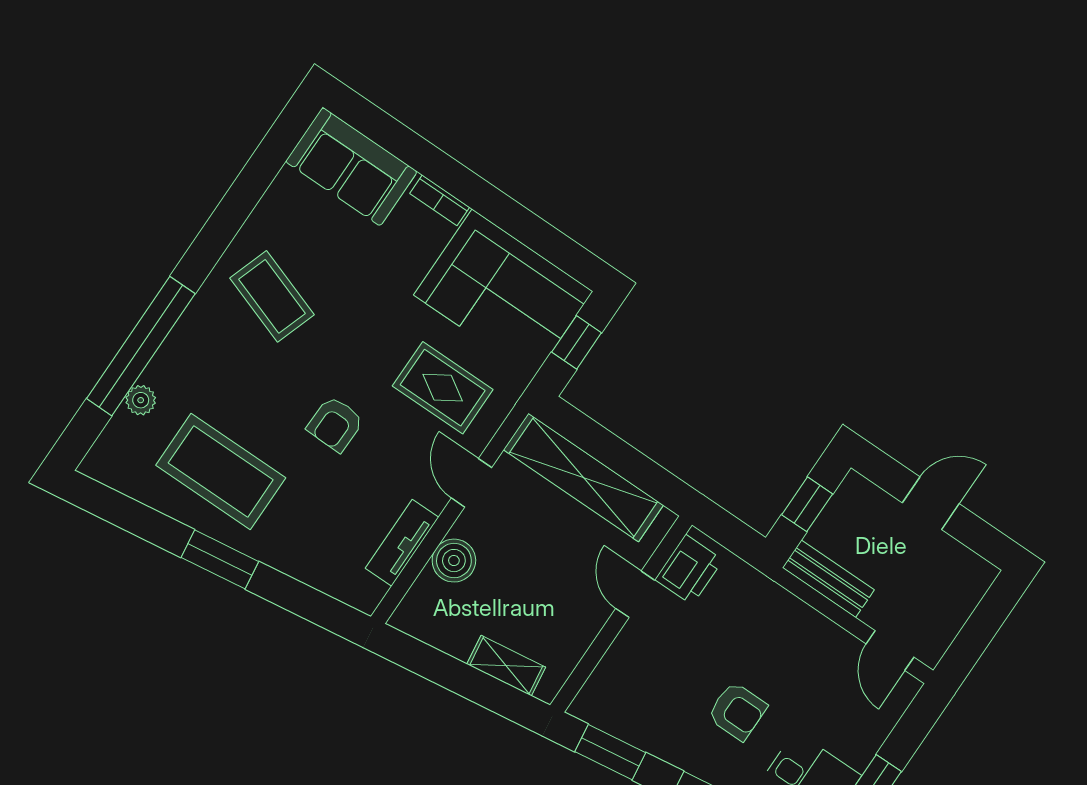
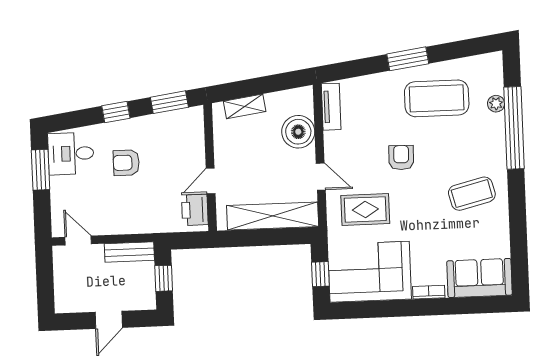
coffee table: (272, 296) -> (472, 194), turned -33
tv unit: (402, 543) -> (331, 107), moved
boiler: (454, 561) -> (298, 132), width x1.37, depth x1.37
door: (635, 594) -> (211, 181), swing flipped

